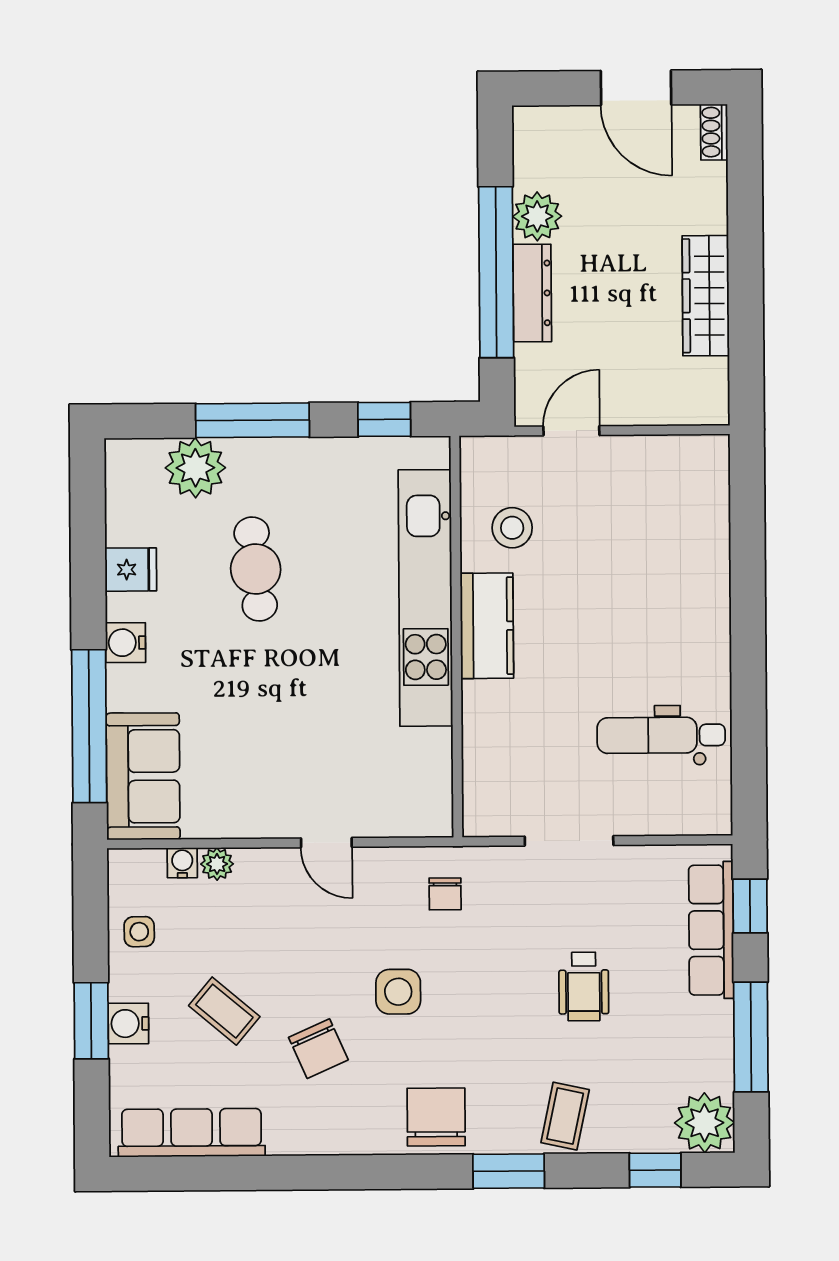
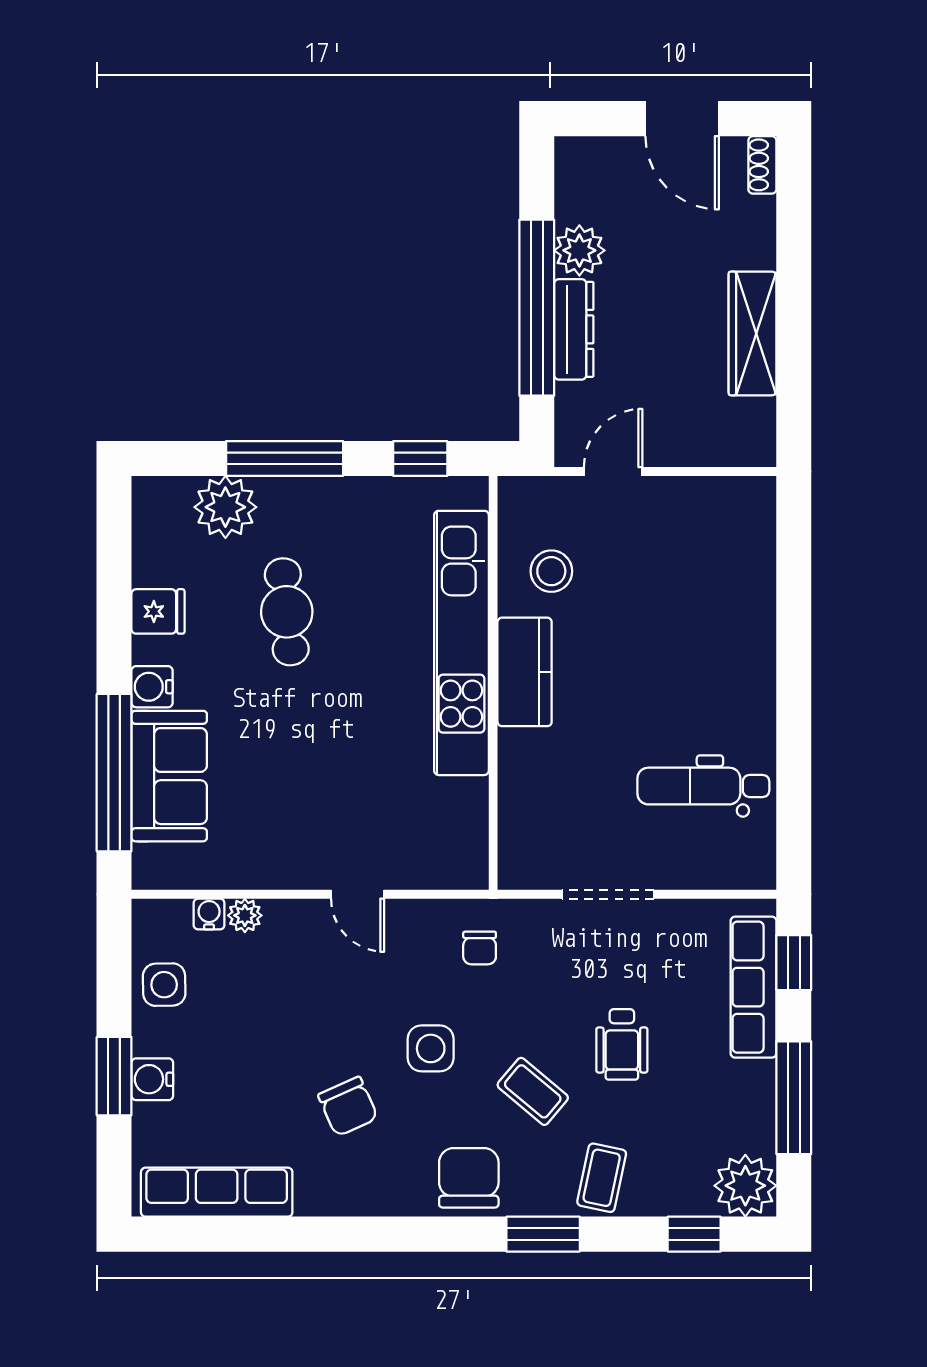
sofa: (143, 776) -> (169, 776), moved
side table: (139, 932) -> (164, 985), width x1.37, depth x1.37
coffee table: (224, 1011) -> (533, 1091), moved

